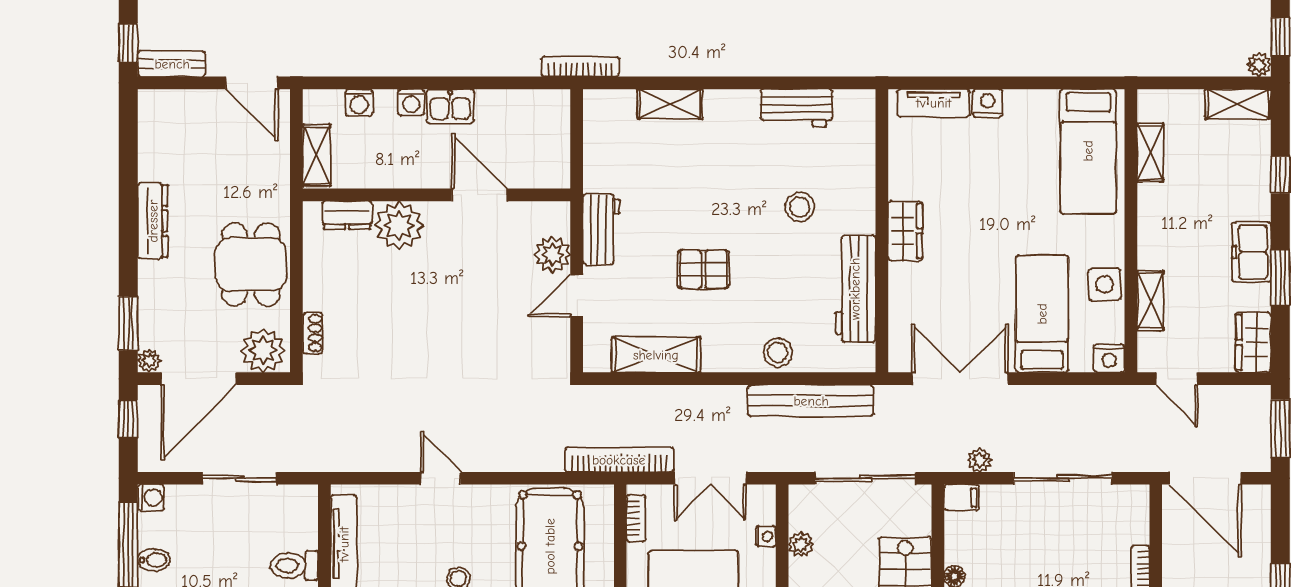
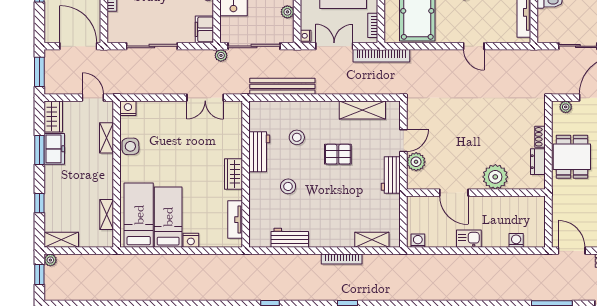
bookcase: (580, 67) -> (342, 259), moved
washing machine: (411, 102) -> (418, 241), moved
tv unit: (934, 103) -> (235, 220), moved, turned -90
shelving: (670, 104) -> (372, 240), moved
shelving: (317, 155) -> (538, 213), removed
dresser: (347, 215) -> (538, 162), moved, turned -90
freezer: (1251, 252) -> (54, 149), moved
workbench: (855, 289) -> (259, 152), width x0.73
bed: (1042, 314) -> (168, 217), moved, turned 180
shoe rack: (313, 333) -> (540, 137), moved
plant: (263, 350) -> (566, 107), width x0.53, depth x0.53
stool: (778, 352) -> (297, 137), moved
double door: (960, 379) -> (205, 98), width x0.73
plant: (980, 460) -> (221, 55), moved
filing cabinet: (961, 498) -> (204, 29), width x2.00
nightstand: (766, 536) -> (306, 36), moved

